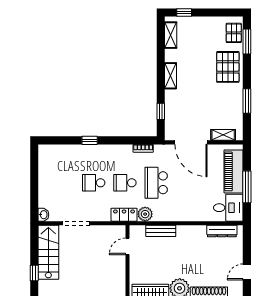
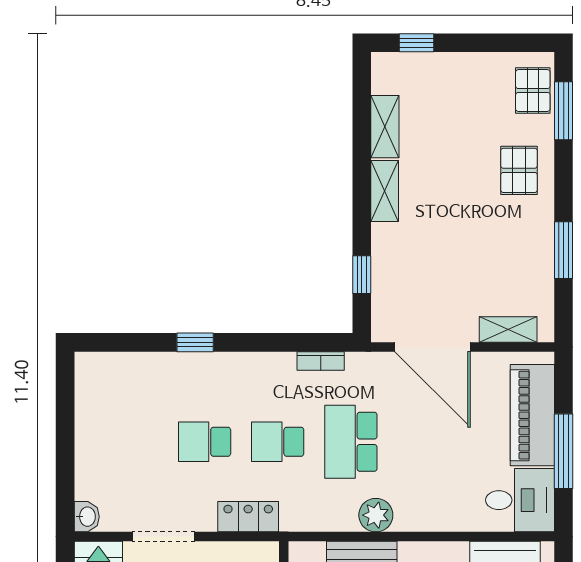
shelving: (171, 35) -> (385, 127), moved
pallet: (228, 67) -> (519, 170), width x0.67, depth x0.71
plant: (145, 214) -> (376, 515), moved
locker: (124, 215) -> (248, 517), moved

